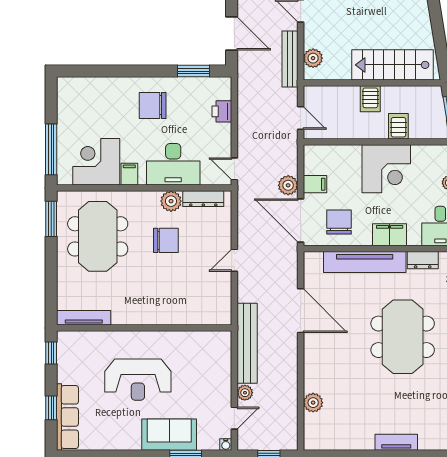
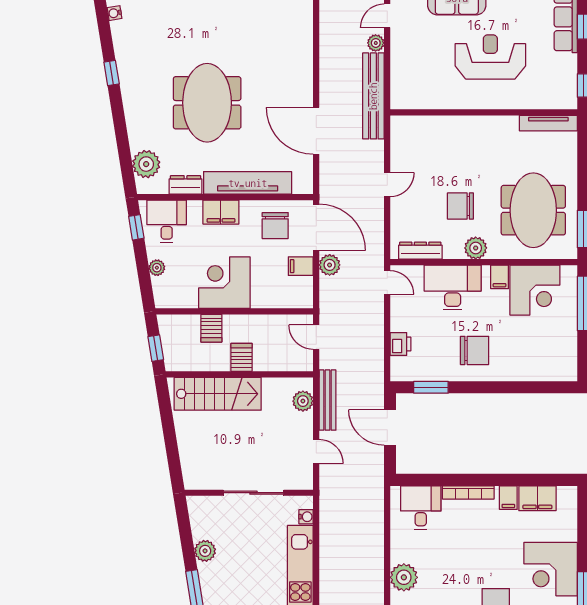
plant: (171, 201) -> (476, 248), moved
plant: (313, 403) -> (303, 32), removed

